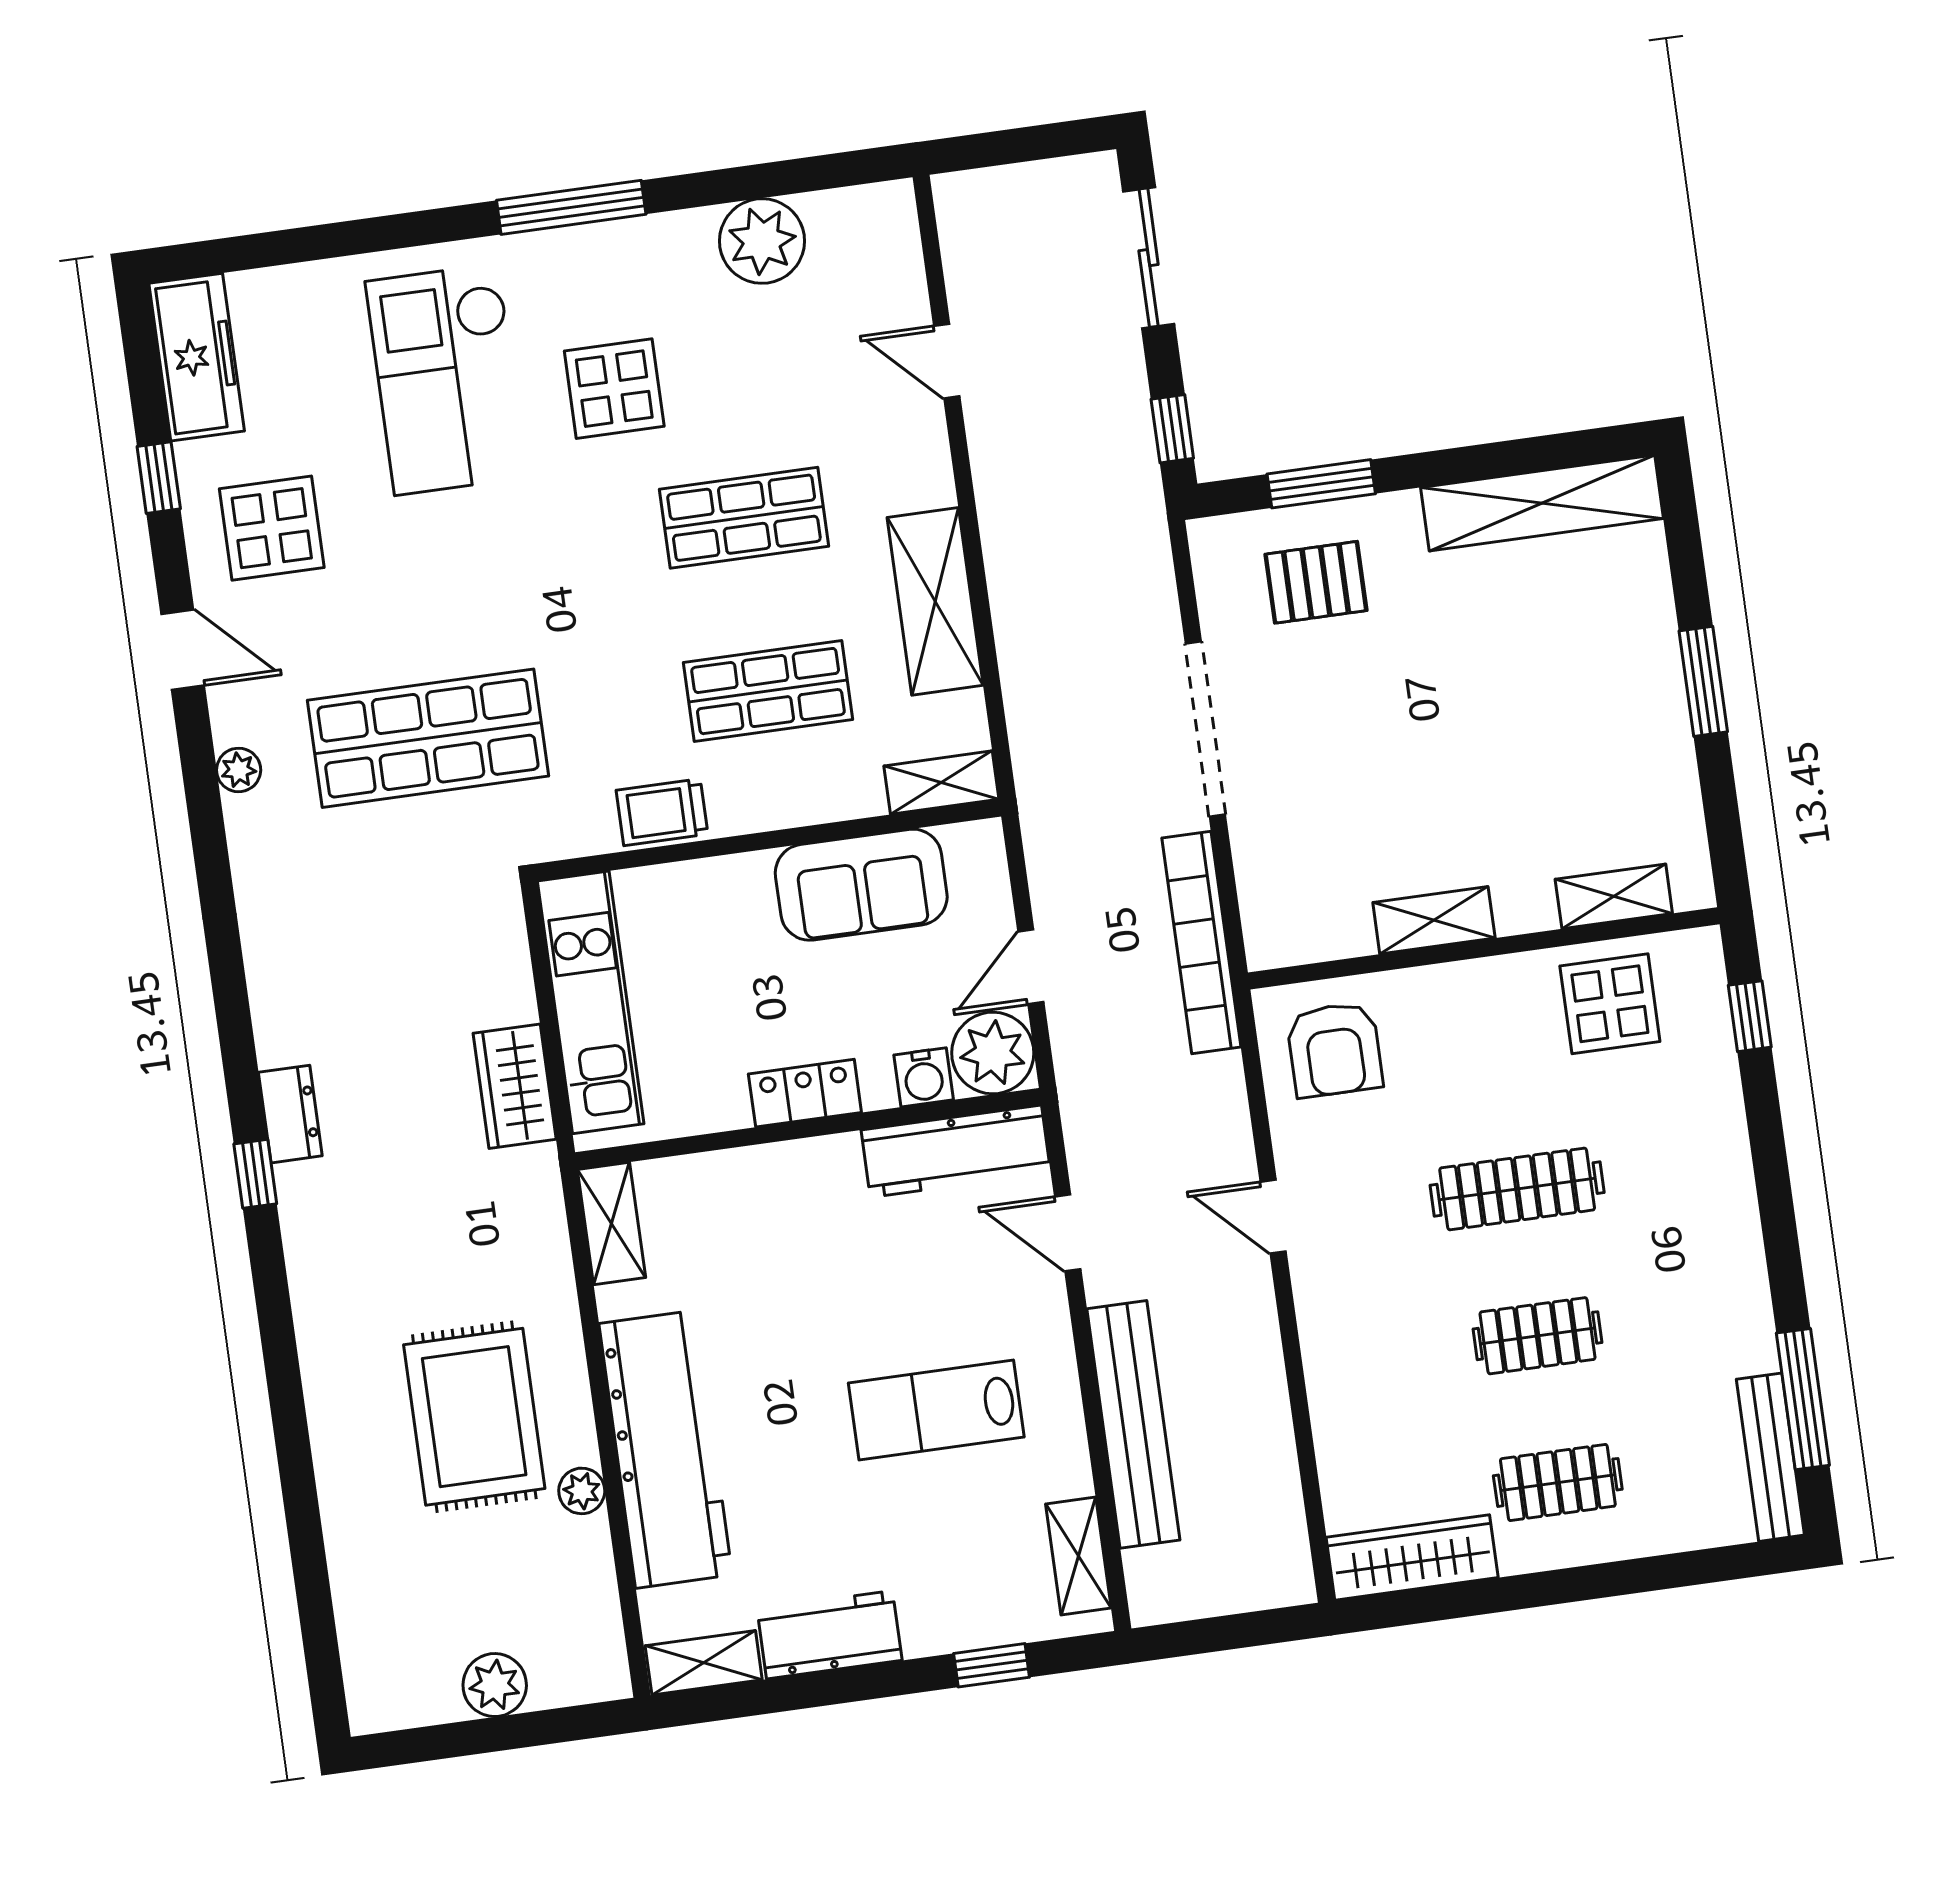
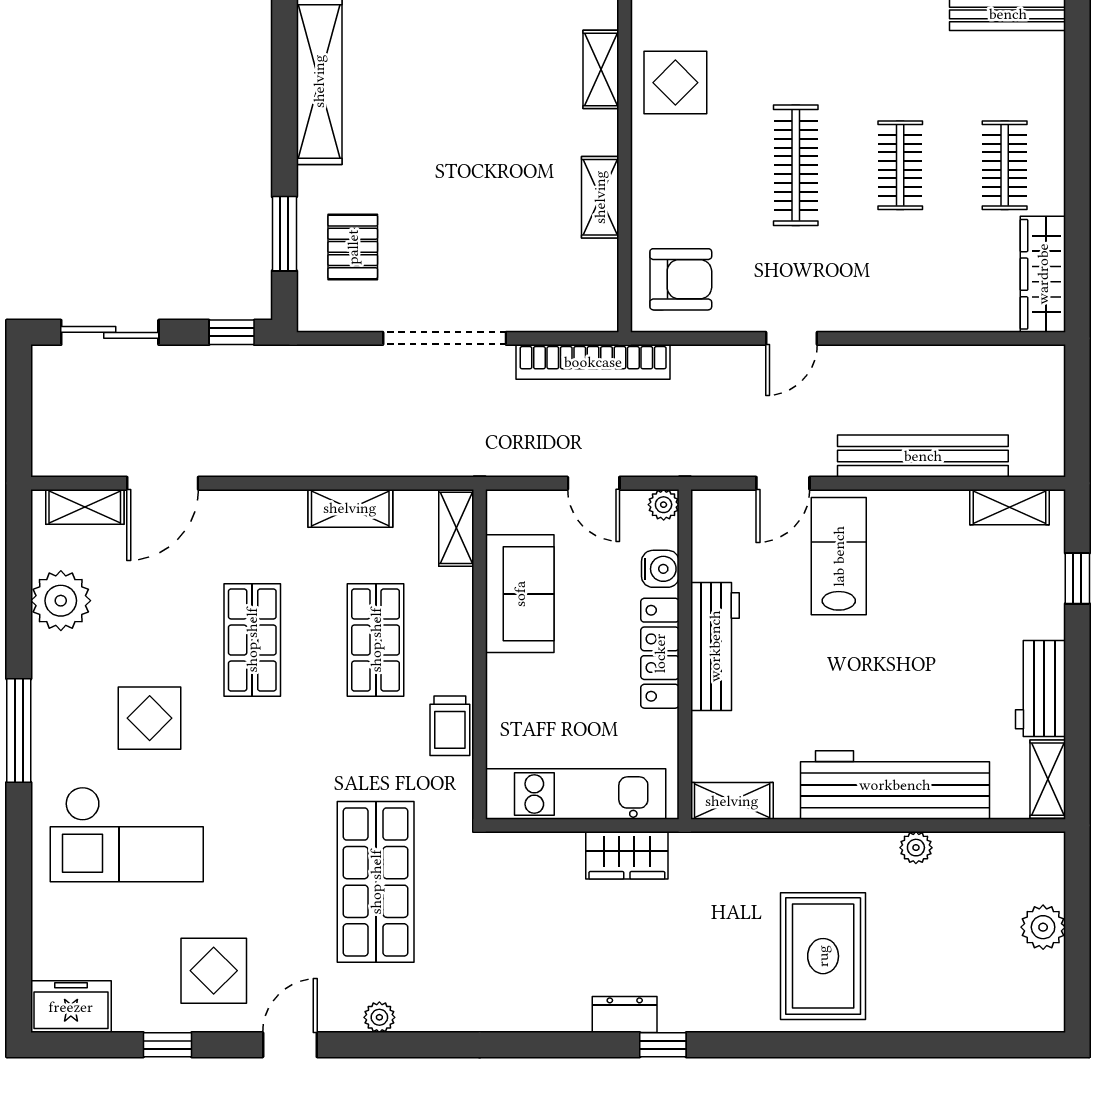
shelving: (898, 257) -> (85, 507), added
freezer: (197, 357) -> (71, 1007), width x0.71
door: (947, 361) -> (163, 483), width x1.37
shelving: (935, 601) -> (350, 508), width x0.67, depth x0.75
plant: (993, 1053) -> (664, 505), width x0.53, depth x0.53
locker: (805, 1093) -> (660, 653), width x1.53
workbench: (956, 1151) -> (715, 646), moved
lab bench: (936, 1410) -> (839, 556), moved, turned 180
rug: (474, 1417) -> (823, 956), moved, turned 90

